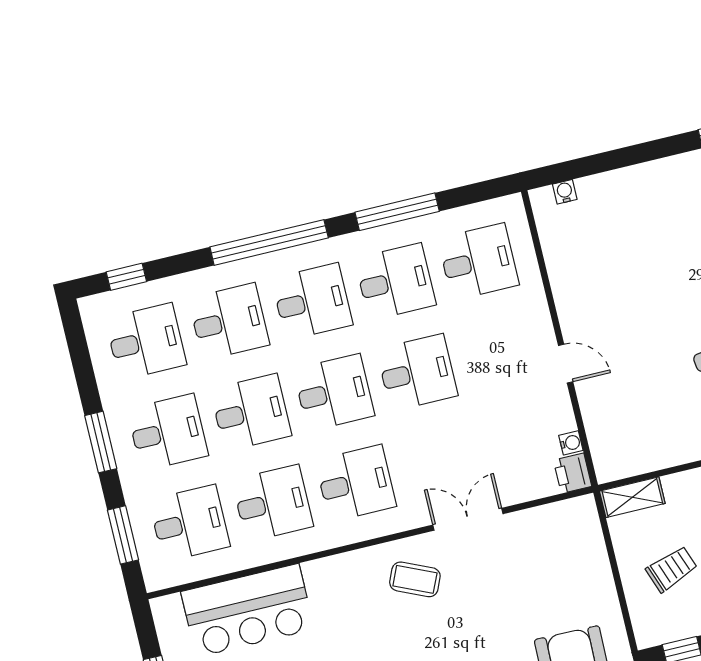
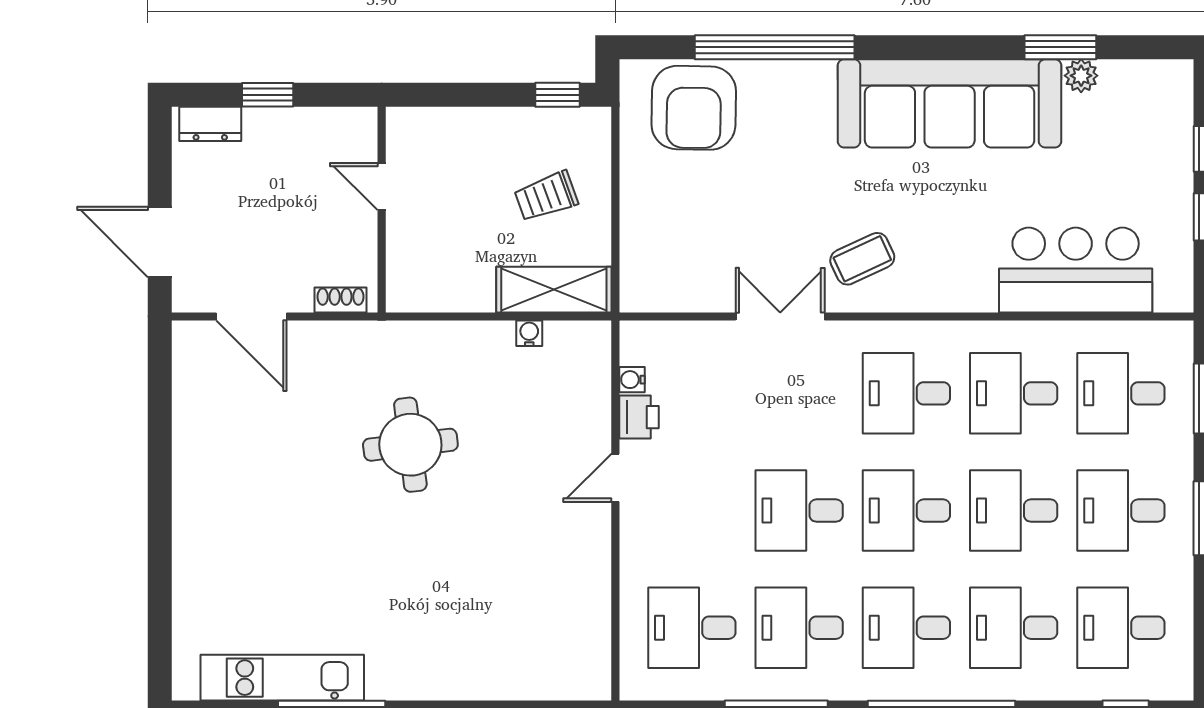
water cooler: (565, 192) -> (529, 333), moved, turned 180
door: (566, 364) -> (615, 478), hinge flipped
printer: (573, 473) -> (639, 417), moved
shelving: (632, 497) -> (554, 290), width x1.50, depth x1.33
double door: (468, 519) -> (780, 316), swing flipped
coffee table: (415, 579) -> (862, 259), turned -49

